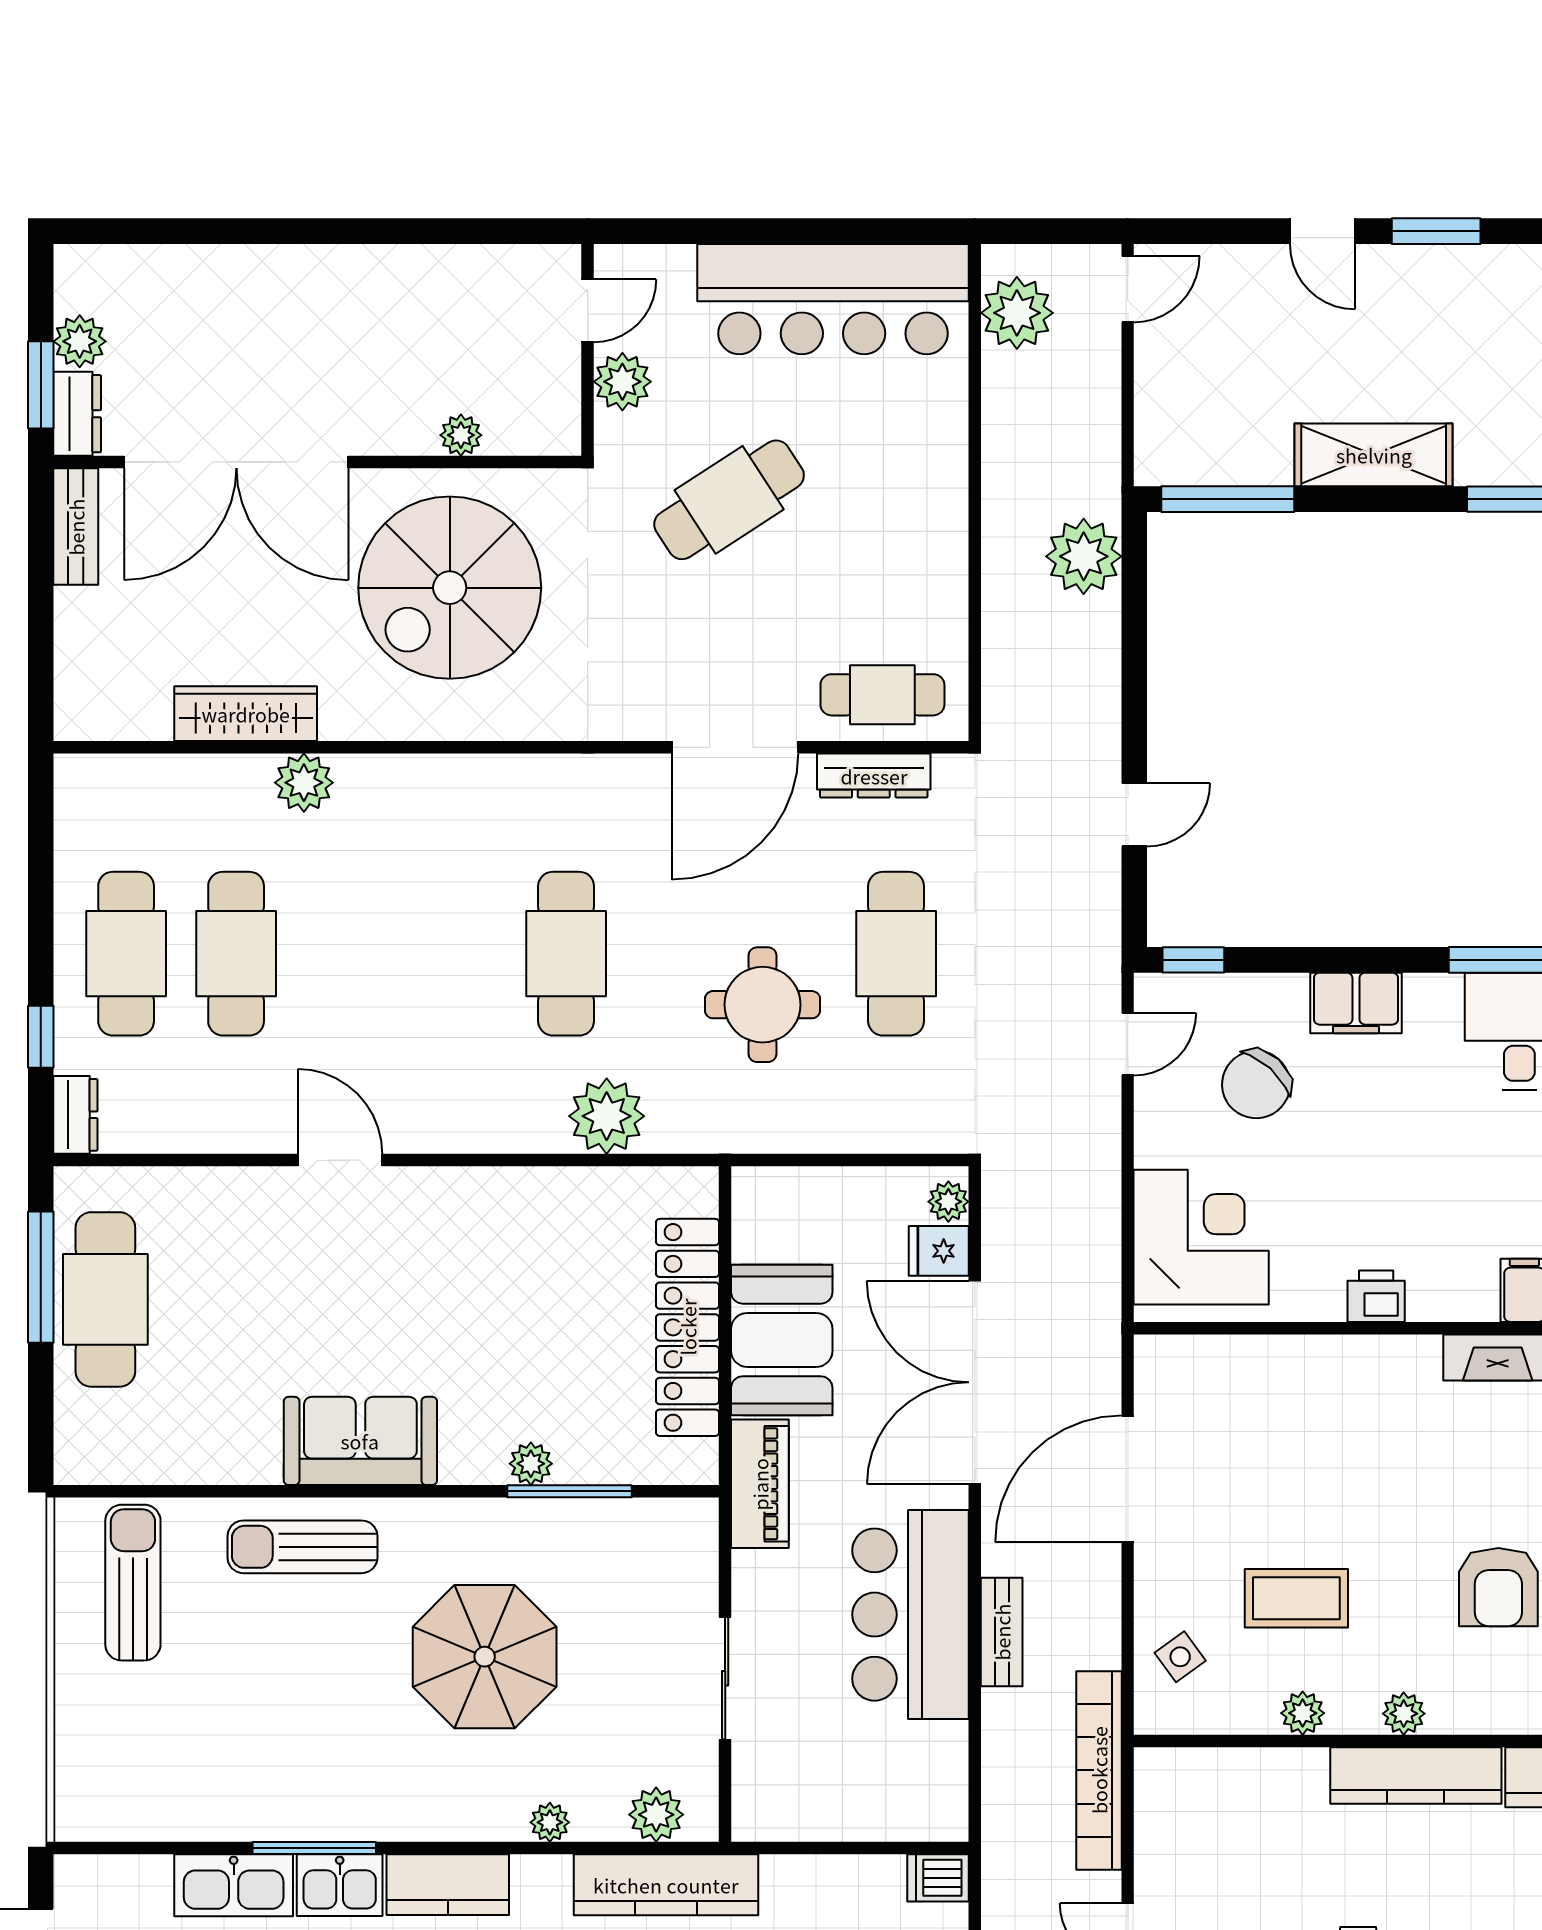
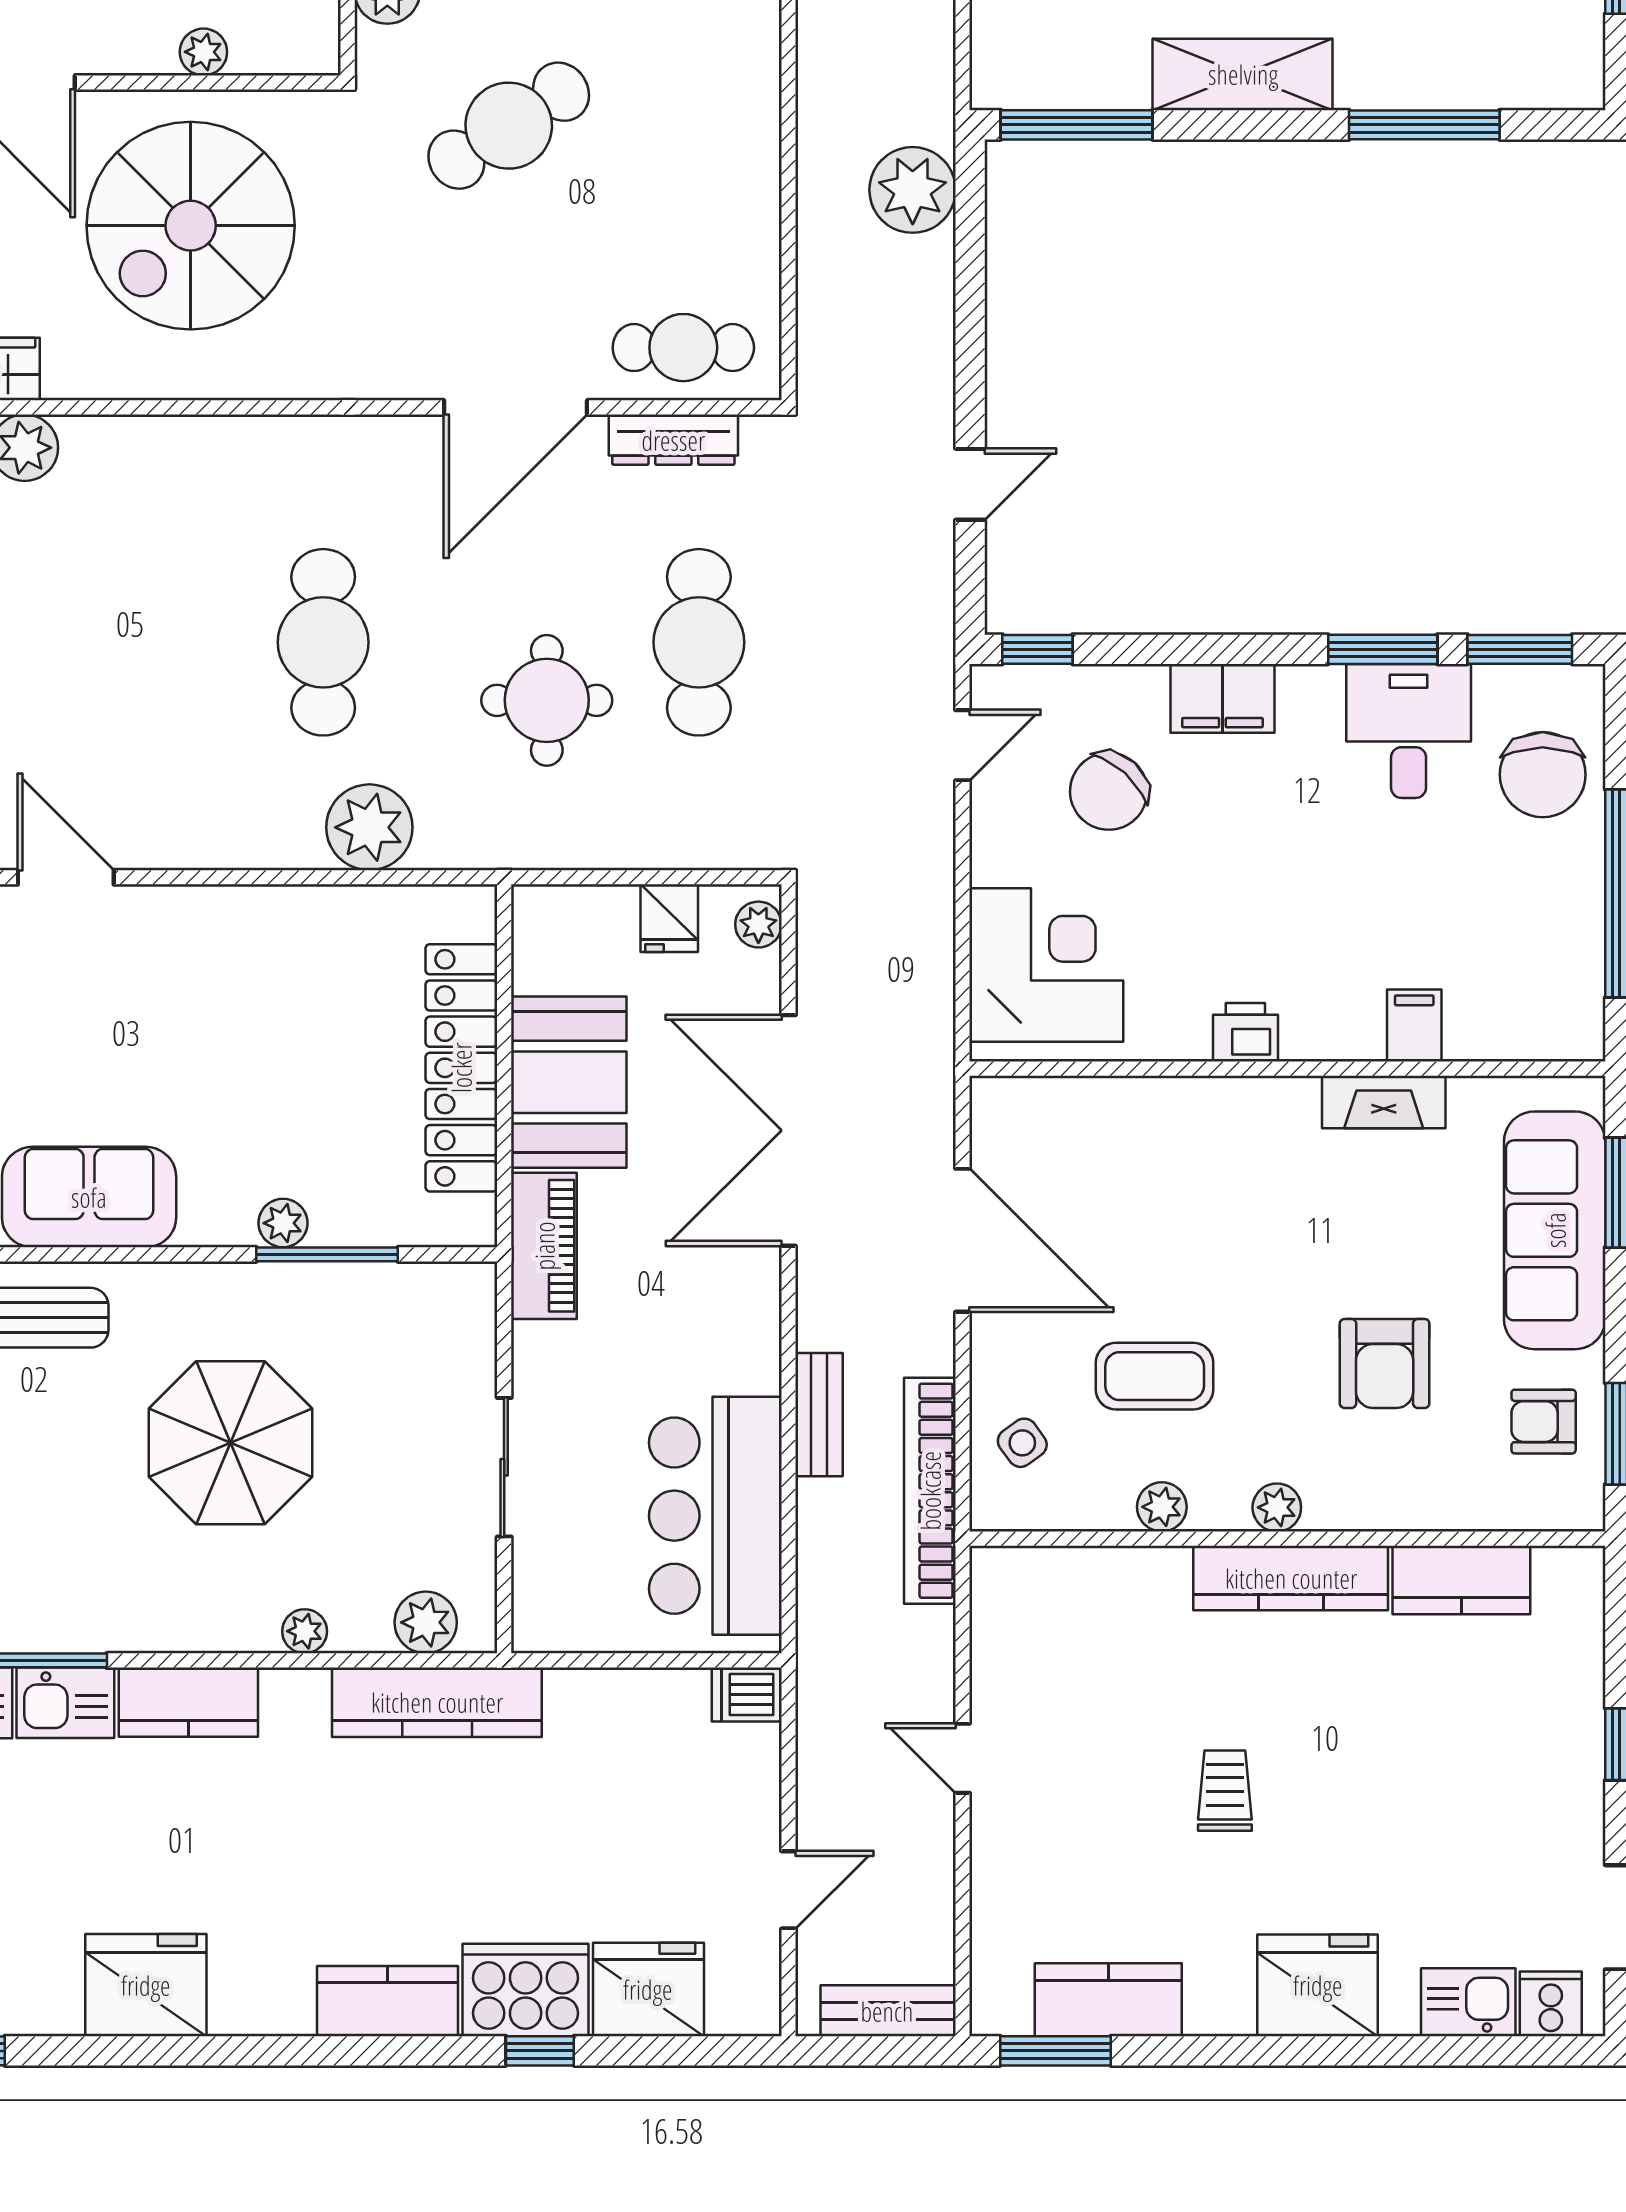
fridge: (939, 1251) -> (669, 918), moved, turned -90
door: (1128, 1479) -> (962, 1240), swing flipped
bar counter: (911, 1615) -> (715, 1516), moved
bookcase: (1099, 1770) -> (930, 1491), moved

